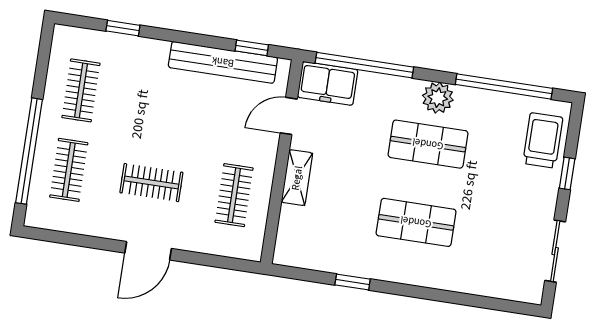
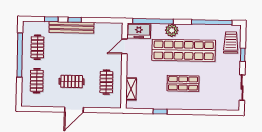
window: (252, 48) -> (75, 20), moved
bench: (223, 62) -> (71, 27), moved
plant: (438, 98) -> (172, 30), moved
shop shelf: (428, 144) -> (184, 50), width x2.00, depth x1.36
window: (29, 151) -> (20, 55), moved
shelving: (297, 178) -> (131, 89), moved

